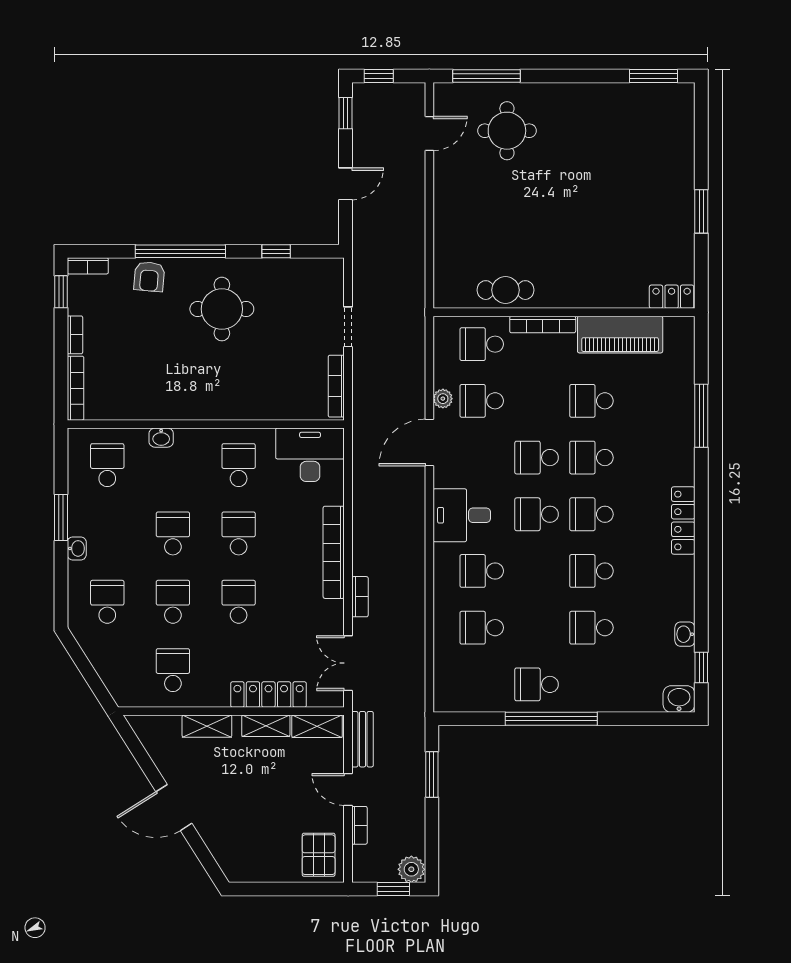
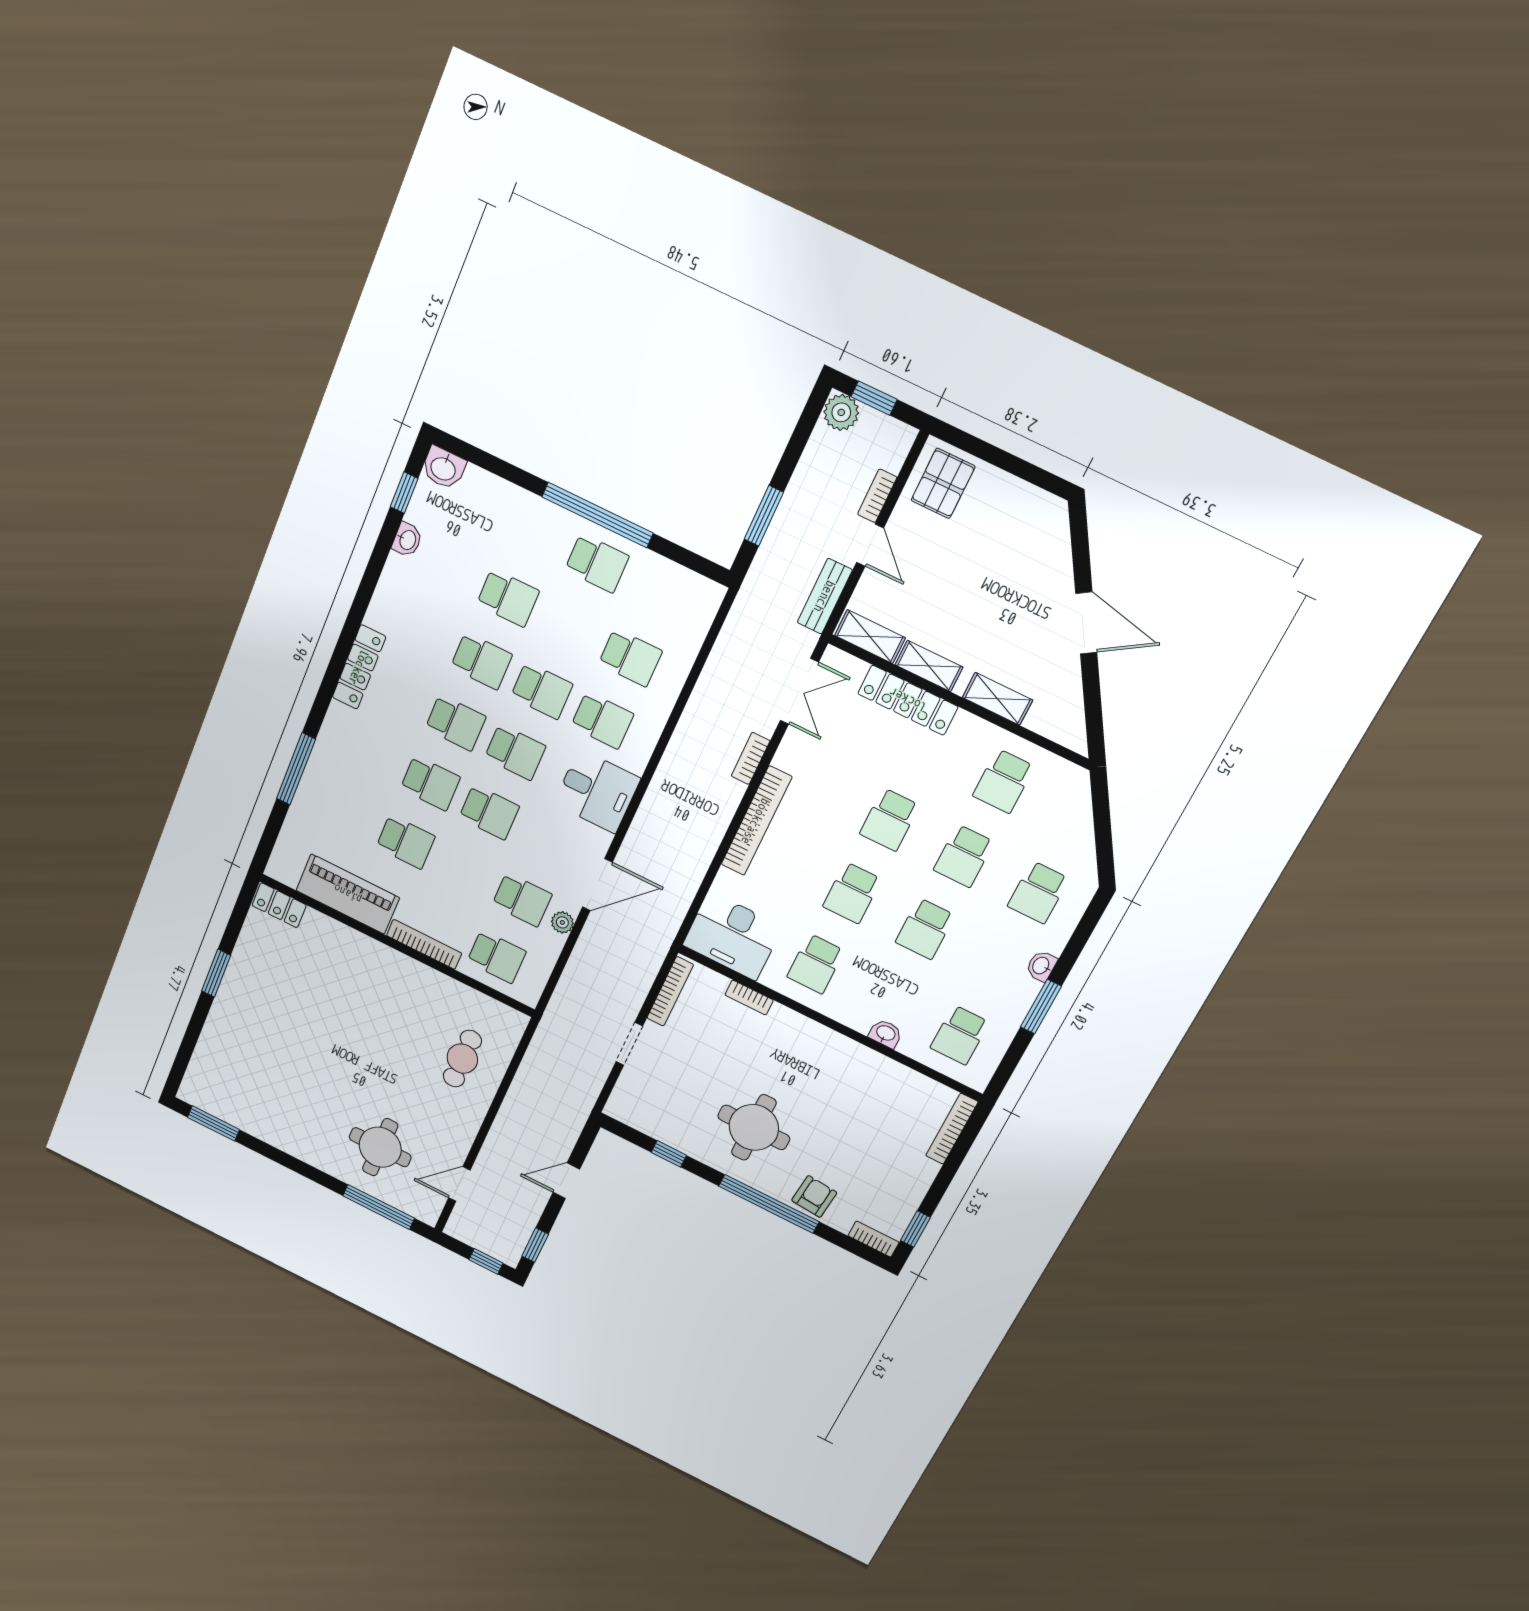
cafe table: (506, 290) -> (462, 1059), moved, turned 90
bookcase: (75, 335) -> (749, 998), moved, turned -90
school desk: (537, 571) -> (542, 691), added

